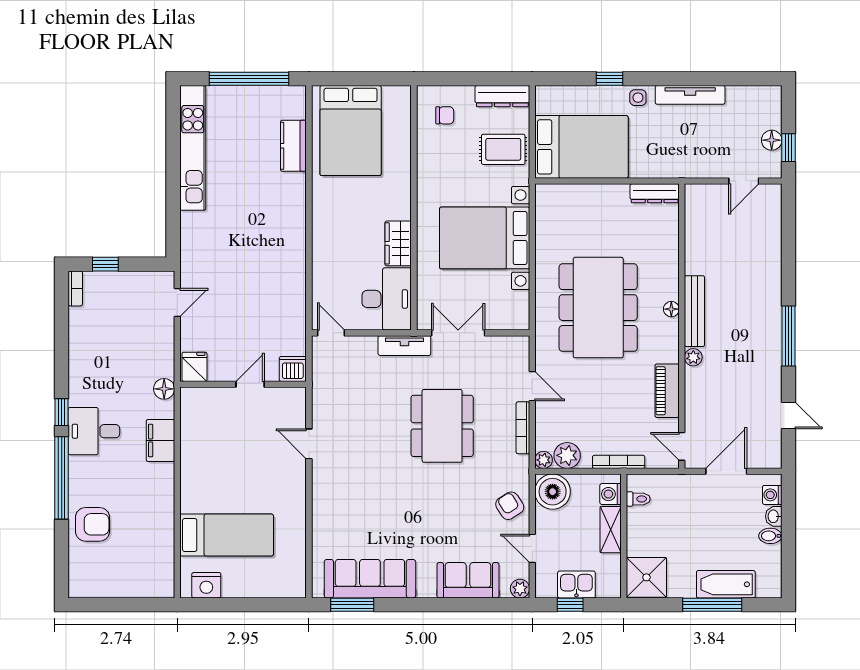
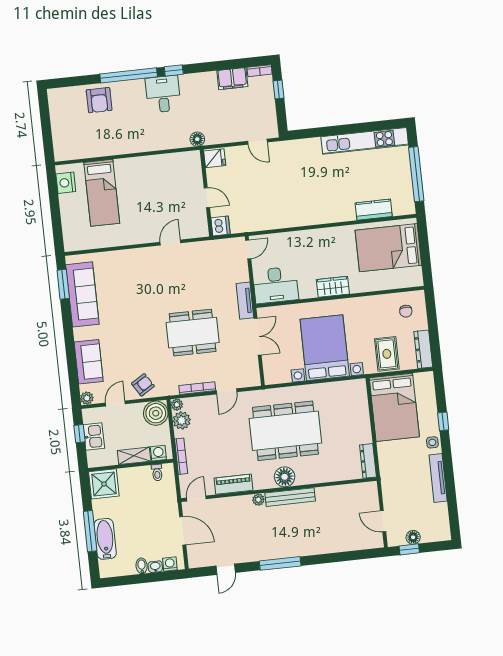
wardrobe: (398, 243) -> (333, 287), moved
floor lamp: (671, 309) -> (285, 477), width x1.89, depth x1.89
filing cabinet: (160, 440) -> (232, 79), moved, turned 180

